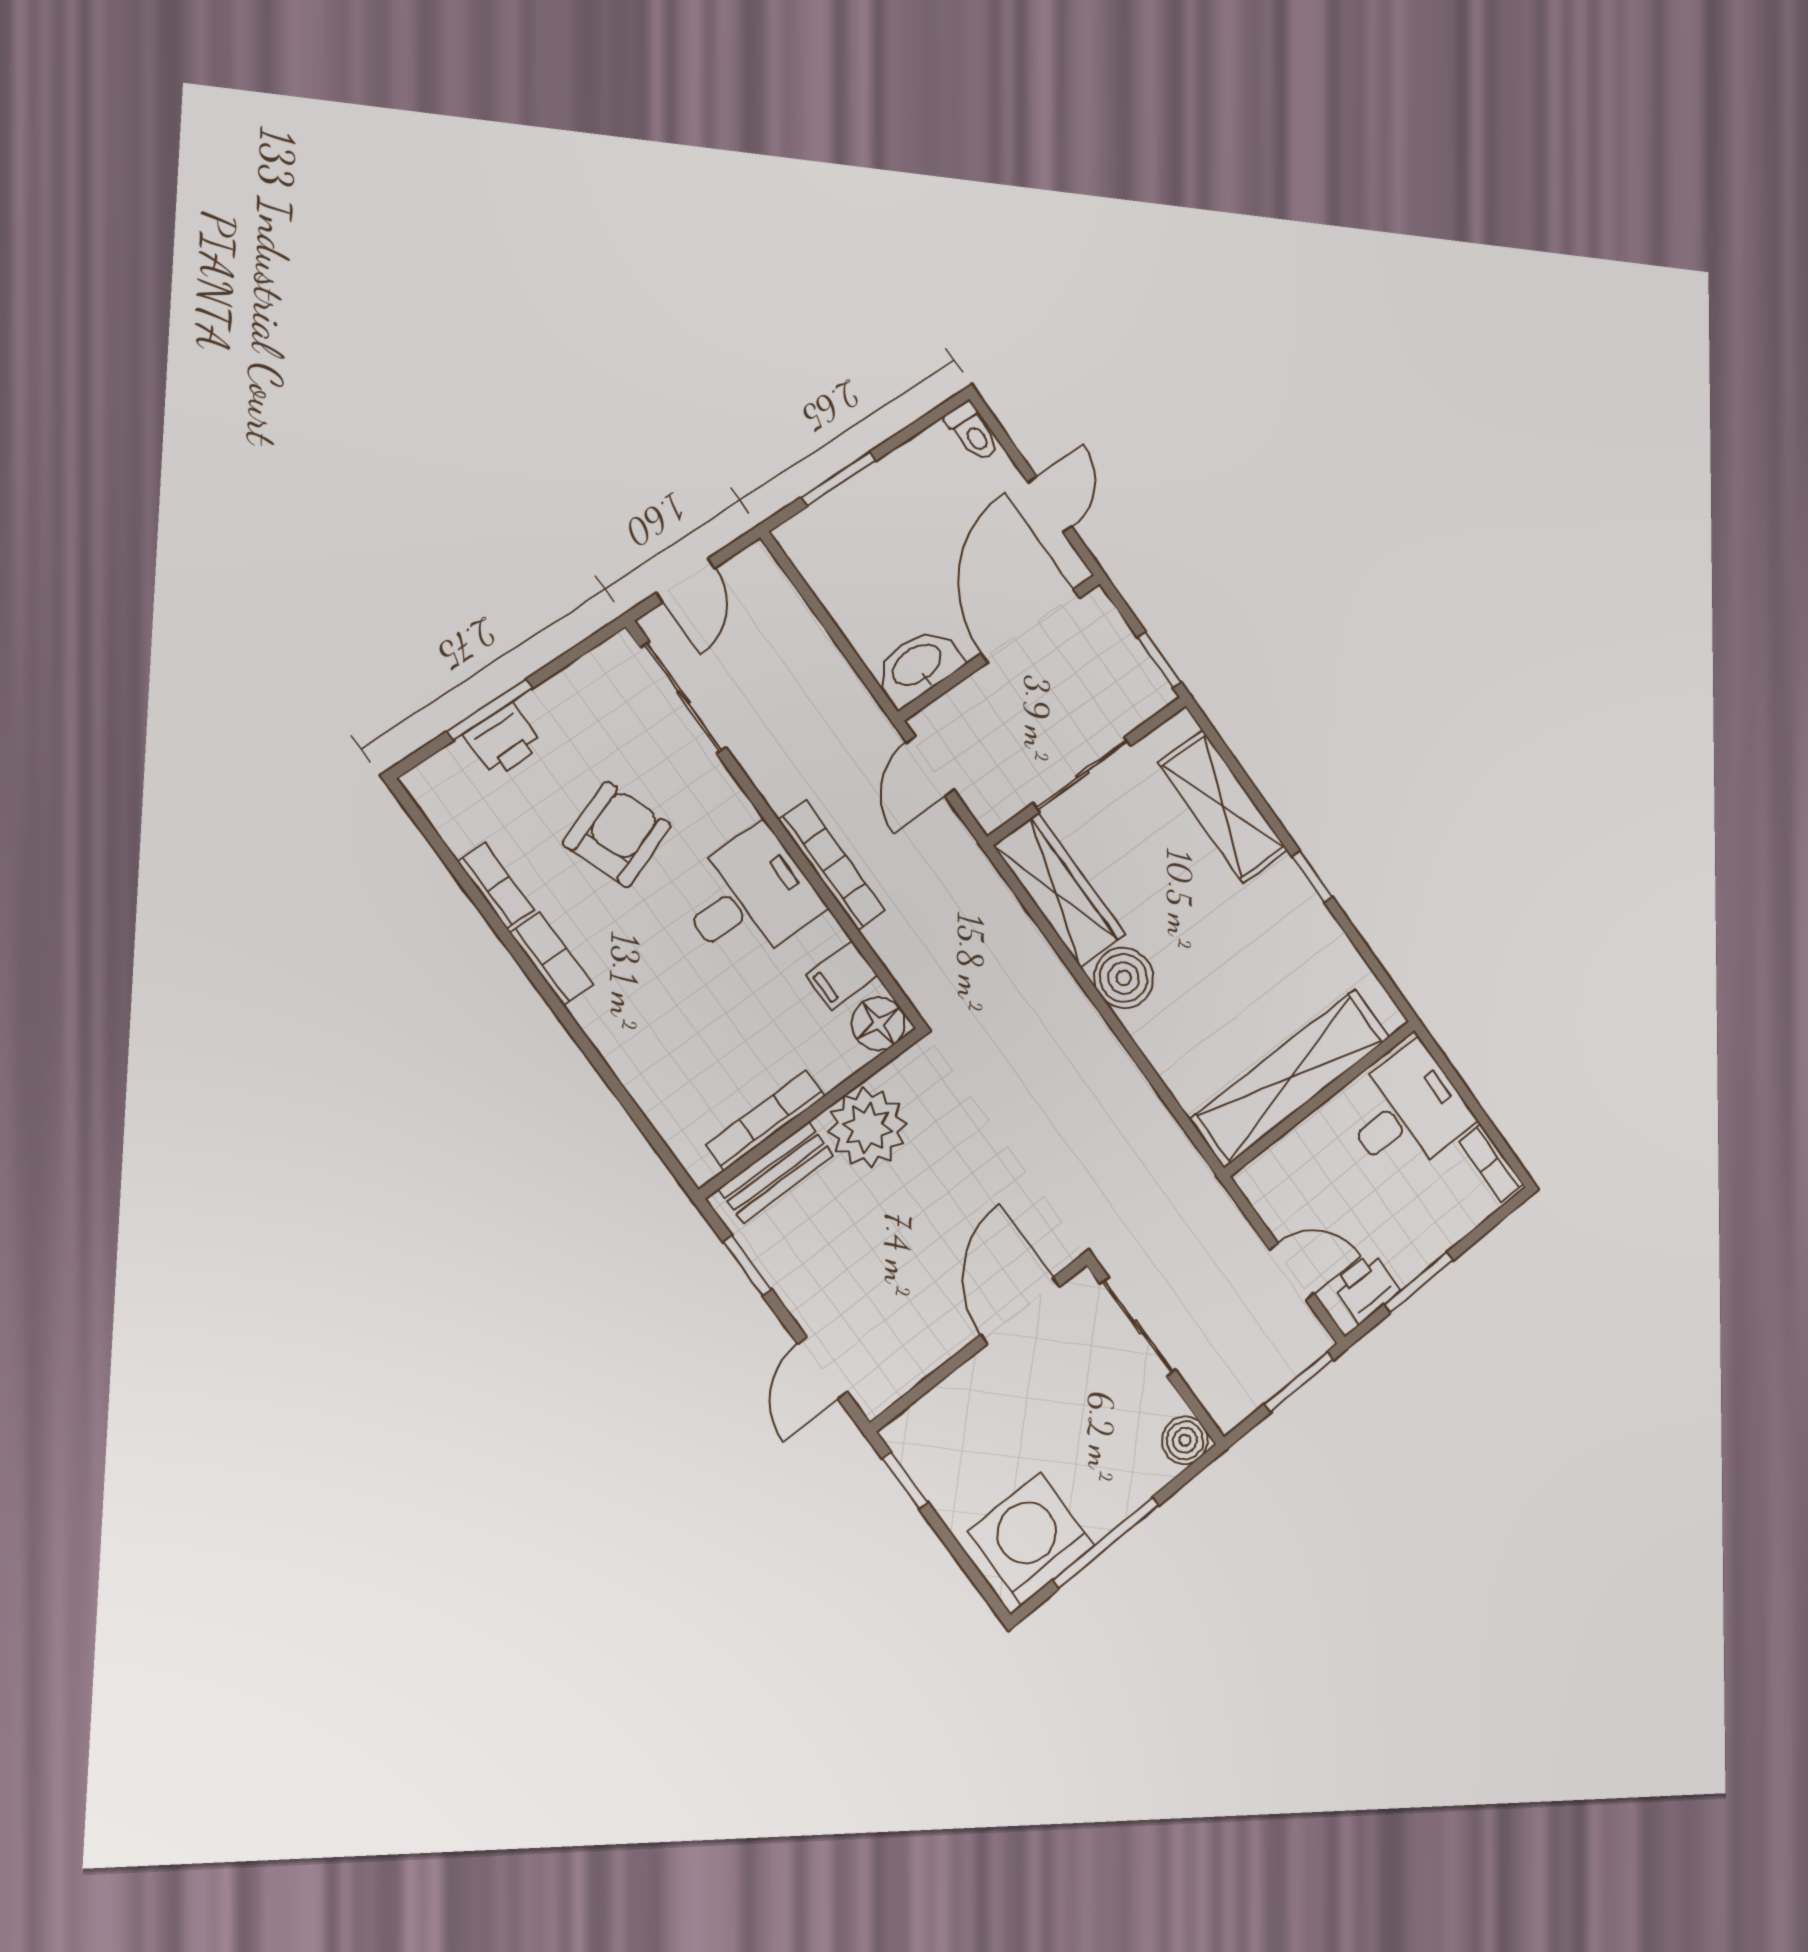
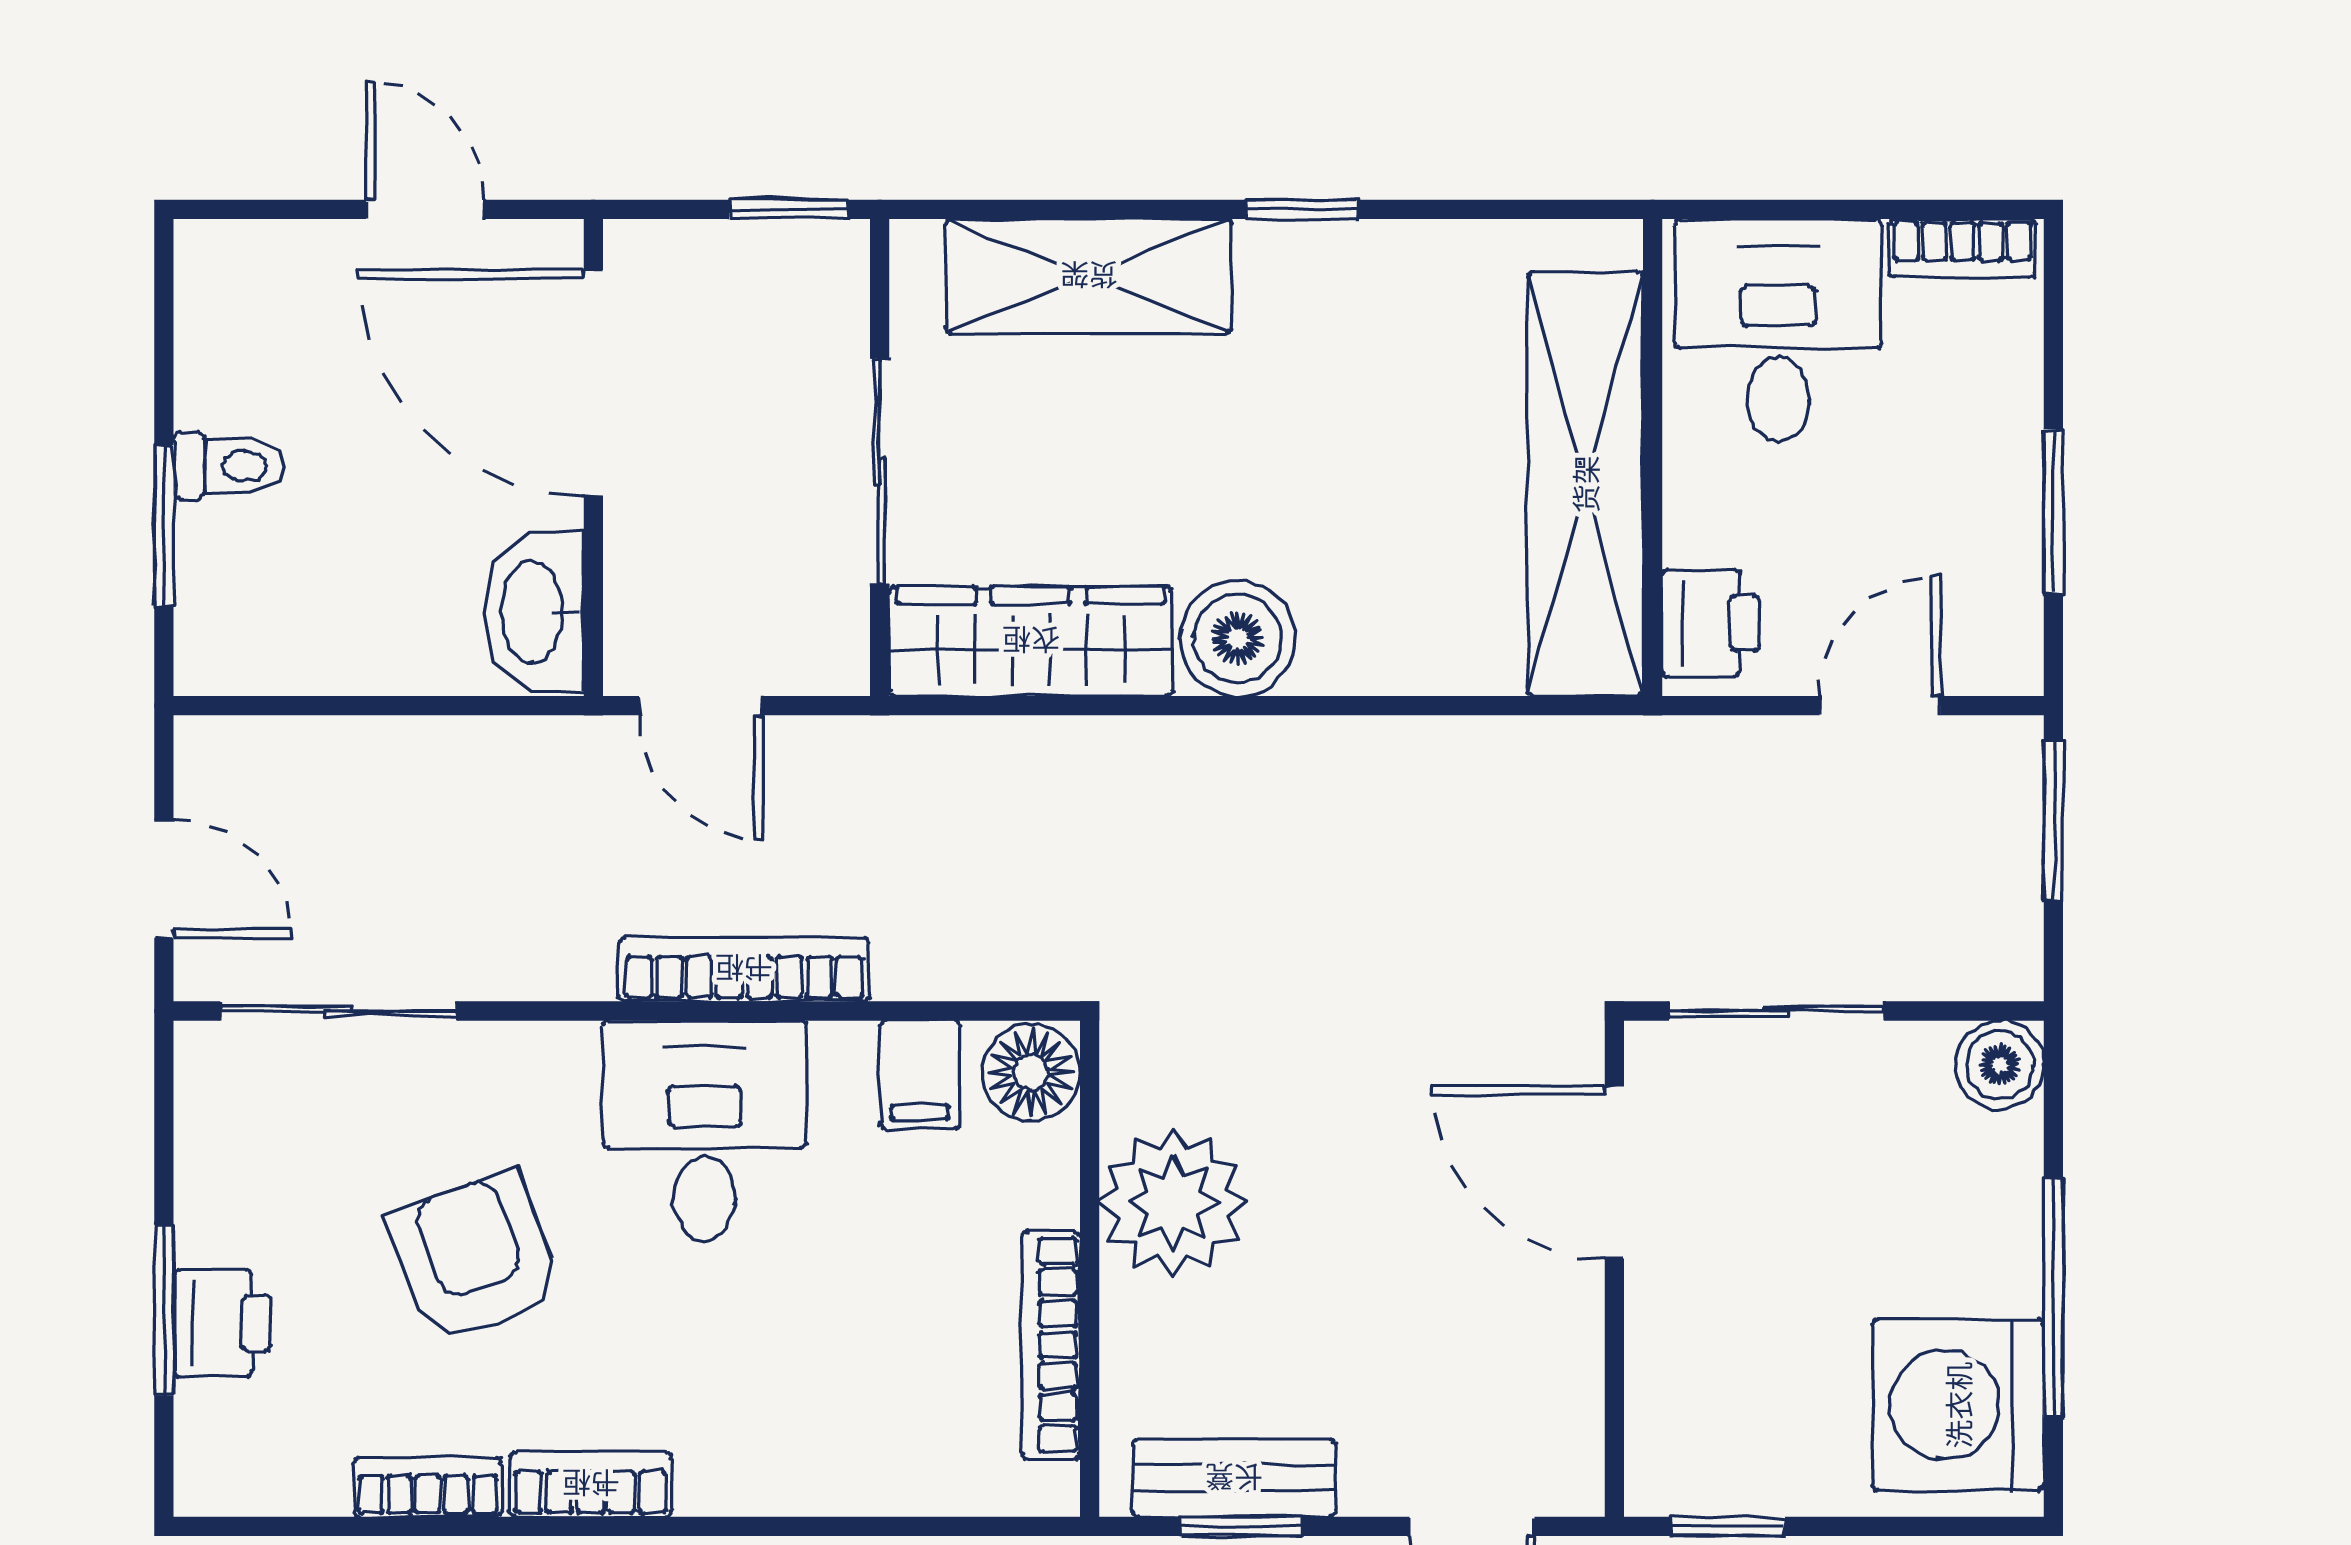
toilet: (972, 432) -> (229, 466), moved
bench: (776, 1172) -> (1234, 1478), moved, turned 90
printer: (1366, 1287) -> (1711, 623), moved, turned 180

